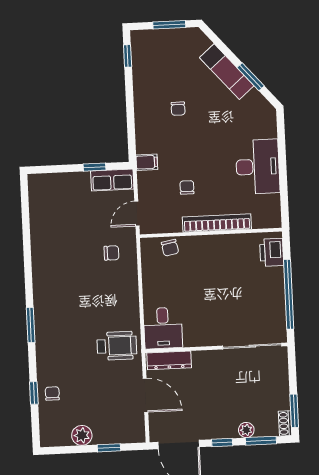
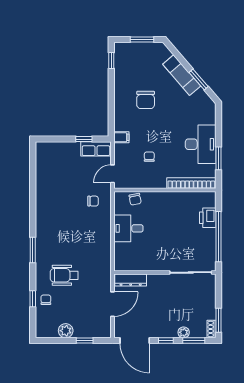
chair: (178, 109) -> (146, 100), width x1.87, depth x1.87
window: (284, 185) -> (219, 158), added
bookcase: (217, 223) -> (191, 183), moved
printer: (272, 252) -> (208, 218), moved
desk: (163, 328) -> (128, 228), moved, turned 90
wheelchair: (117, 346) -> (64, 275), moved, turned 180
door: (145, 395) -> (113, 304), hinge flipped

